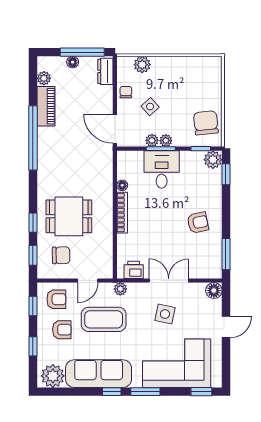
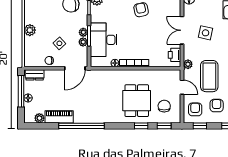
plant: (142, 65) -> (30, 30), moved
desk: (162, 169) -> (104, 40), width x1.37

